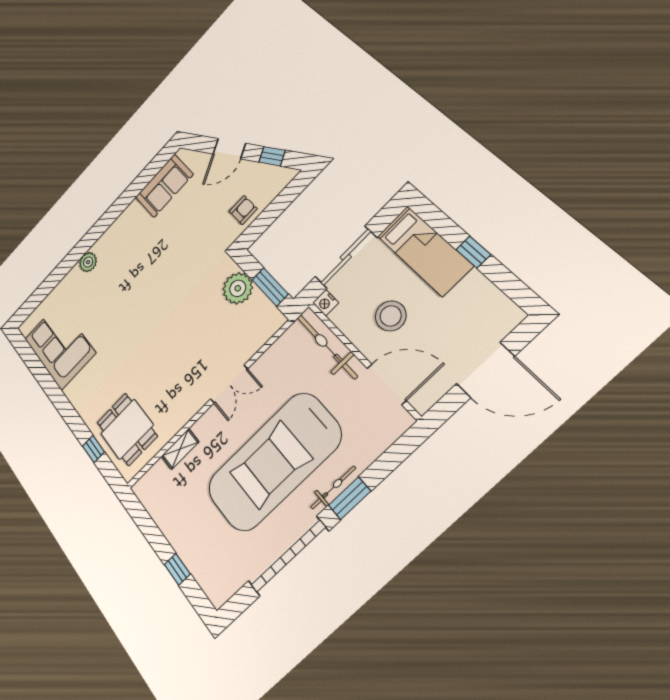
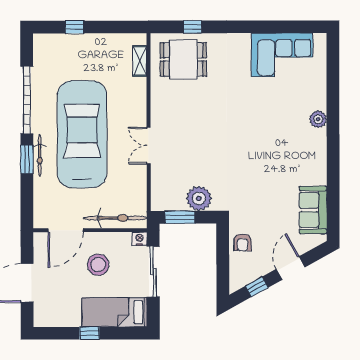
shelving: (180, 449) -> (140, 61), moved

